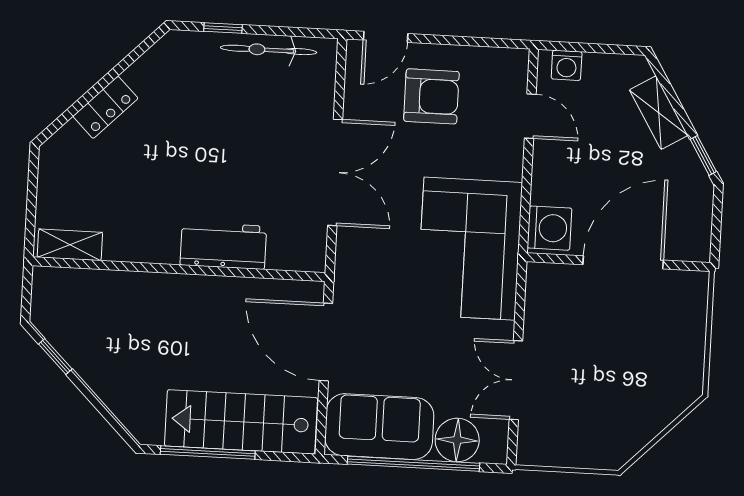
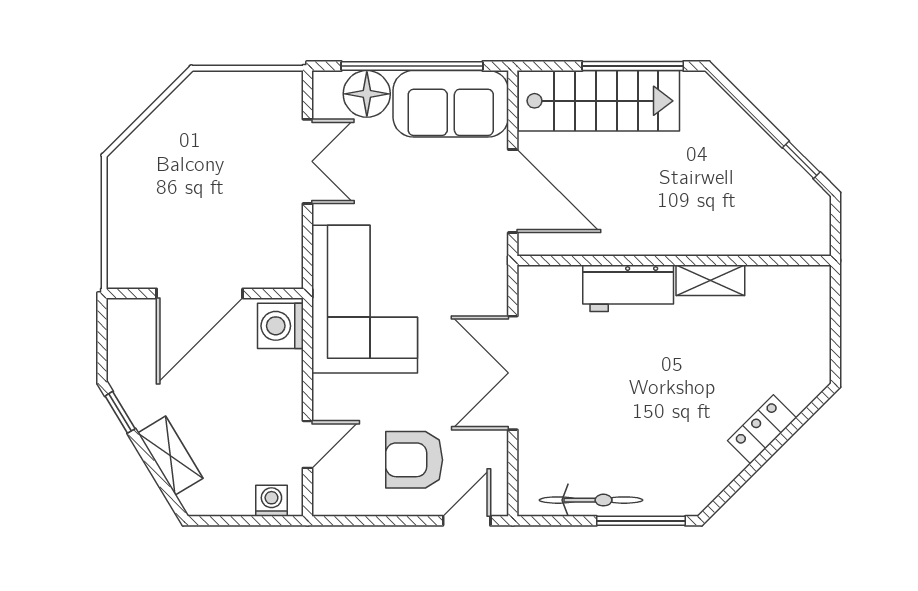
window: (223, 28) -> (641, 521), width x2.17
door: (530, 116) -> (307, 444), swing flipped
shelving: (70, 245) -> (710, 280), moved

